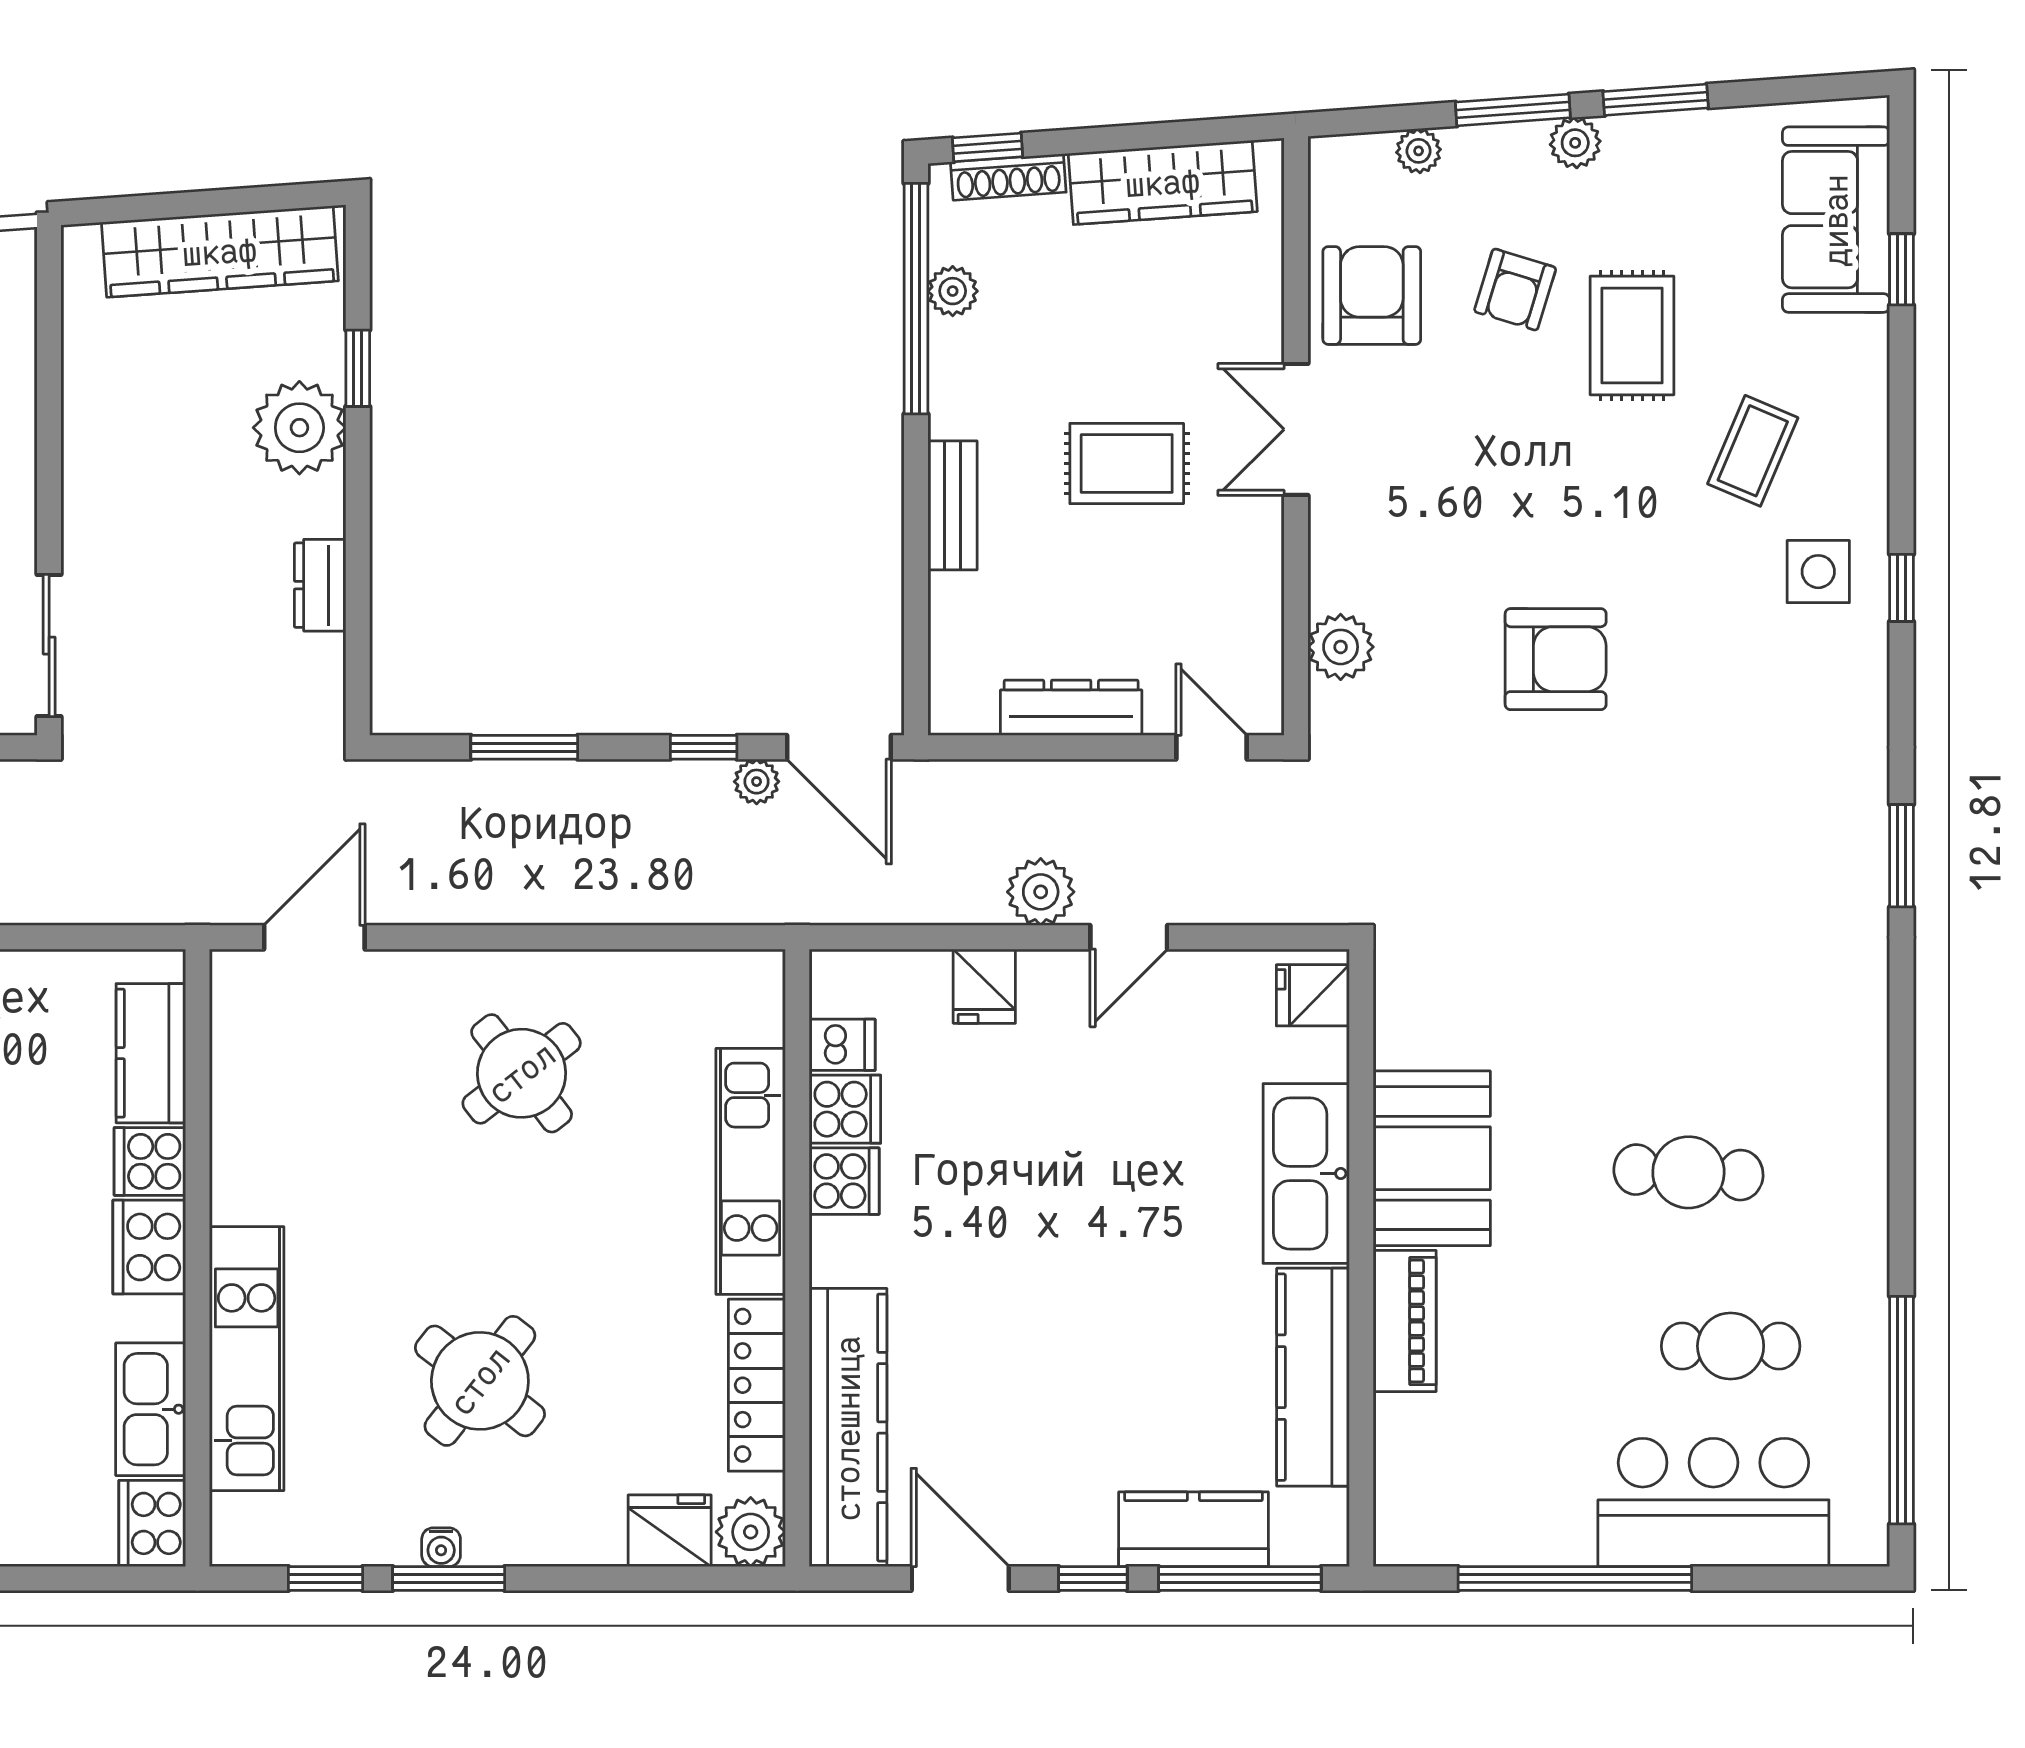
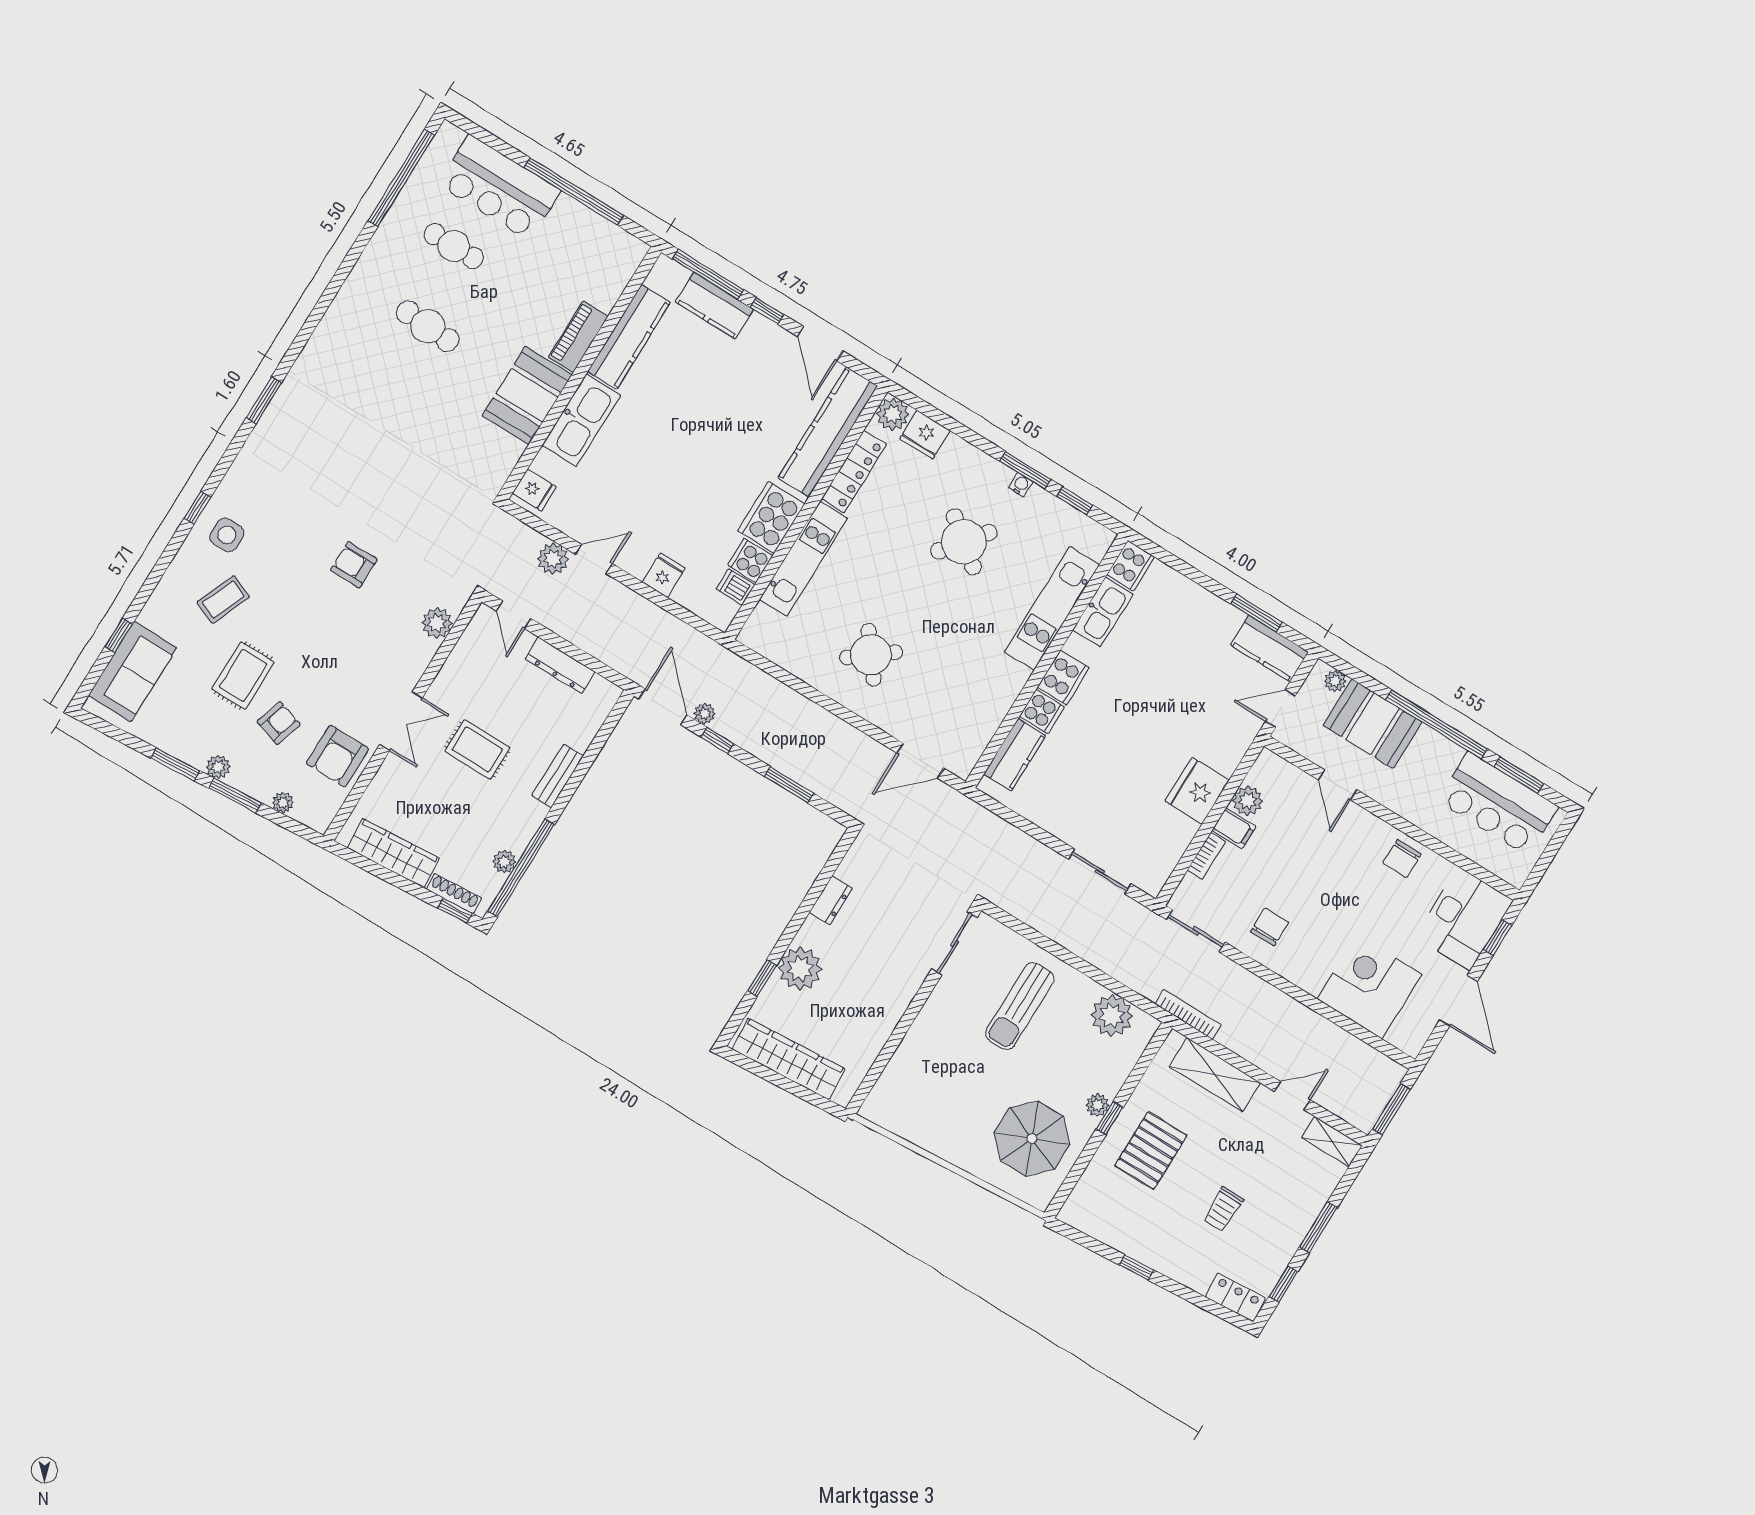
armchair: (1556, 659) -> (354, 565), width x0.72, depth x0.72
plant: (1041, 892) -> (553, 559), moved
cooker: (844, 1181) -> (771, 517), width x1.87, depth x1.31

